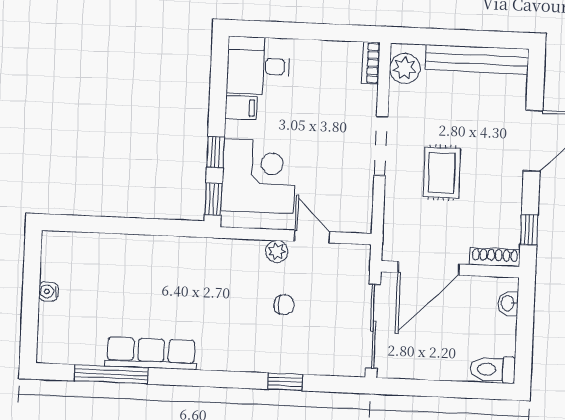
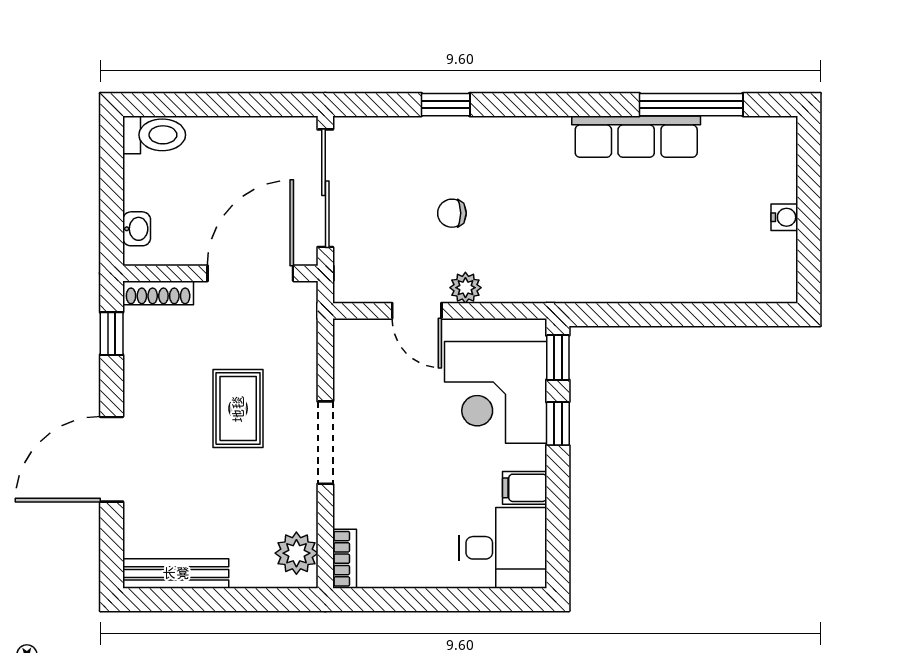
bench: (477, 59) -> (176, 573), width x0.73, depth x0.82

